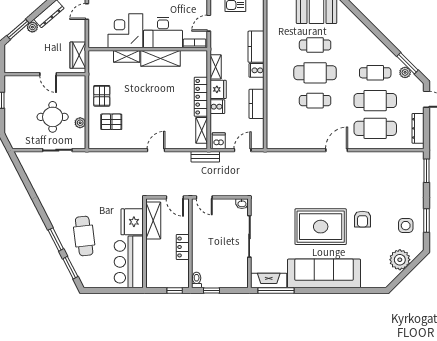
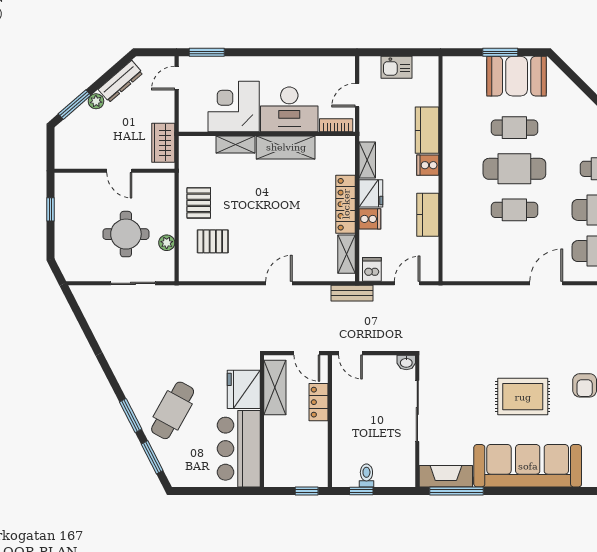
rug: (321, 227) -> (523, 397), width x0.73, depth x0.69
cafe table: (84, 236) -> (173, 410), turned 36
locker: (183, 247) -> (319, 402), moved
toilet: (197, 280) -> (366, 475), moved

